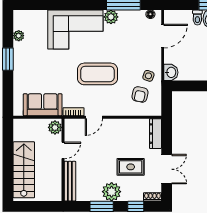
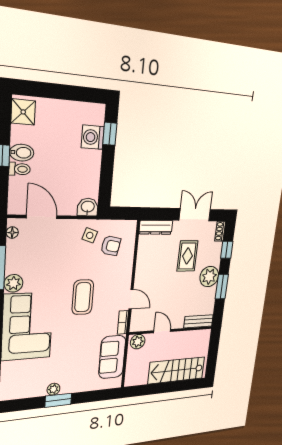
plant: (19, 36) -> (53, 389), moved
coffee table: (97, 74) -> (83, 297), width x0.73, depth x0.76
bench: (70, 181) -> (199, 321), width x0.73

